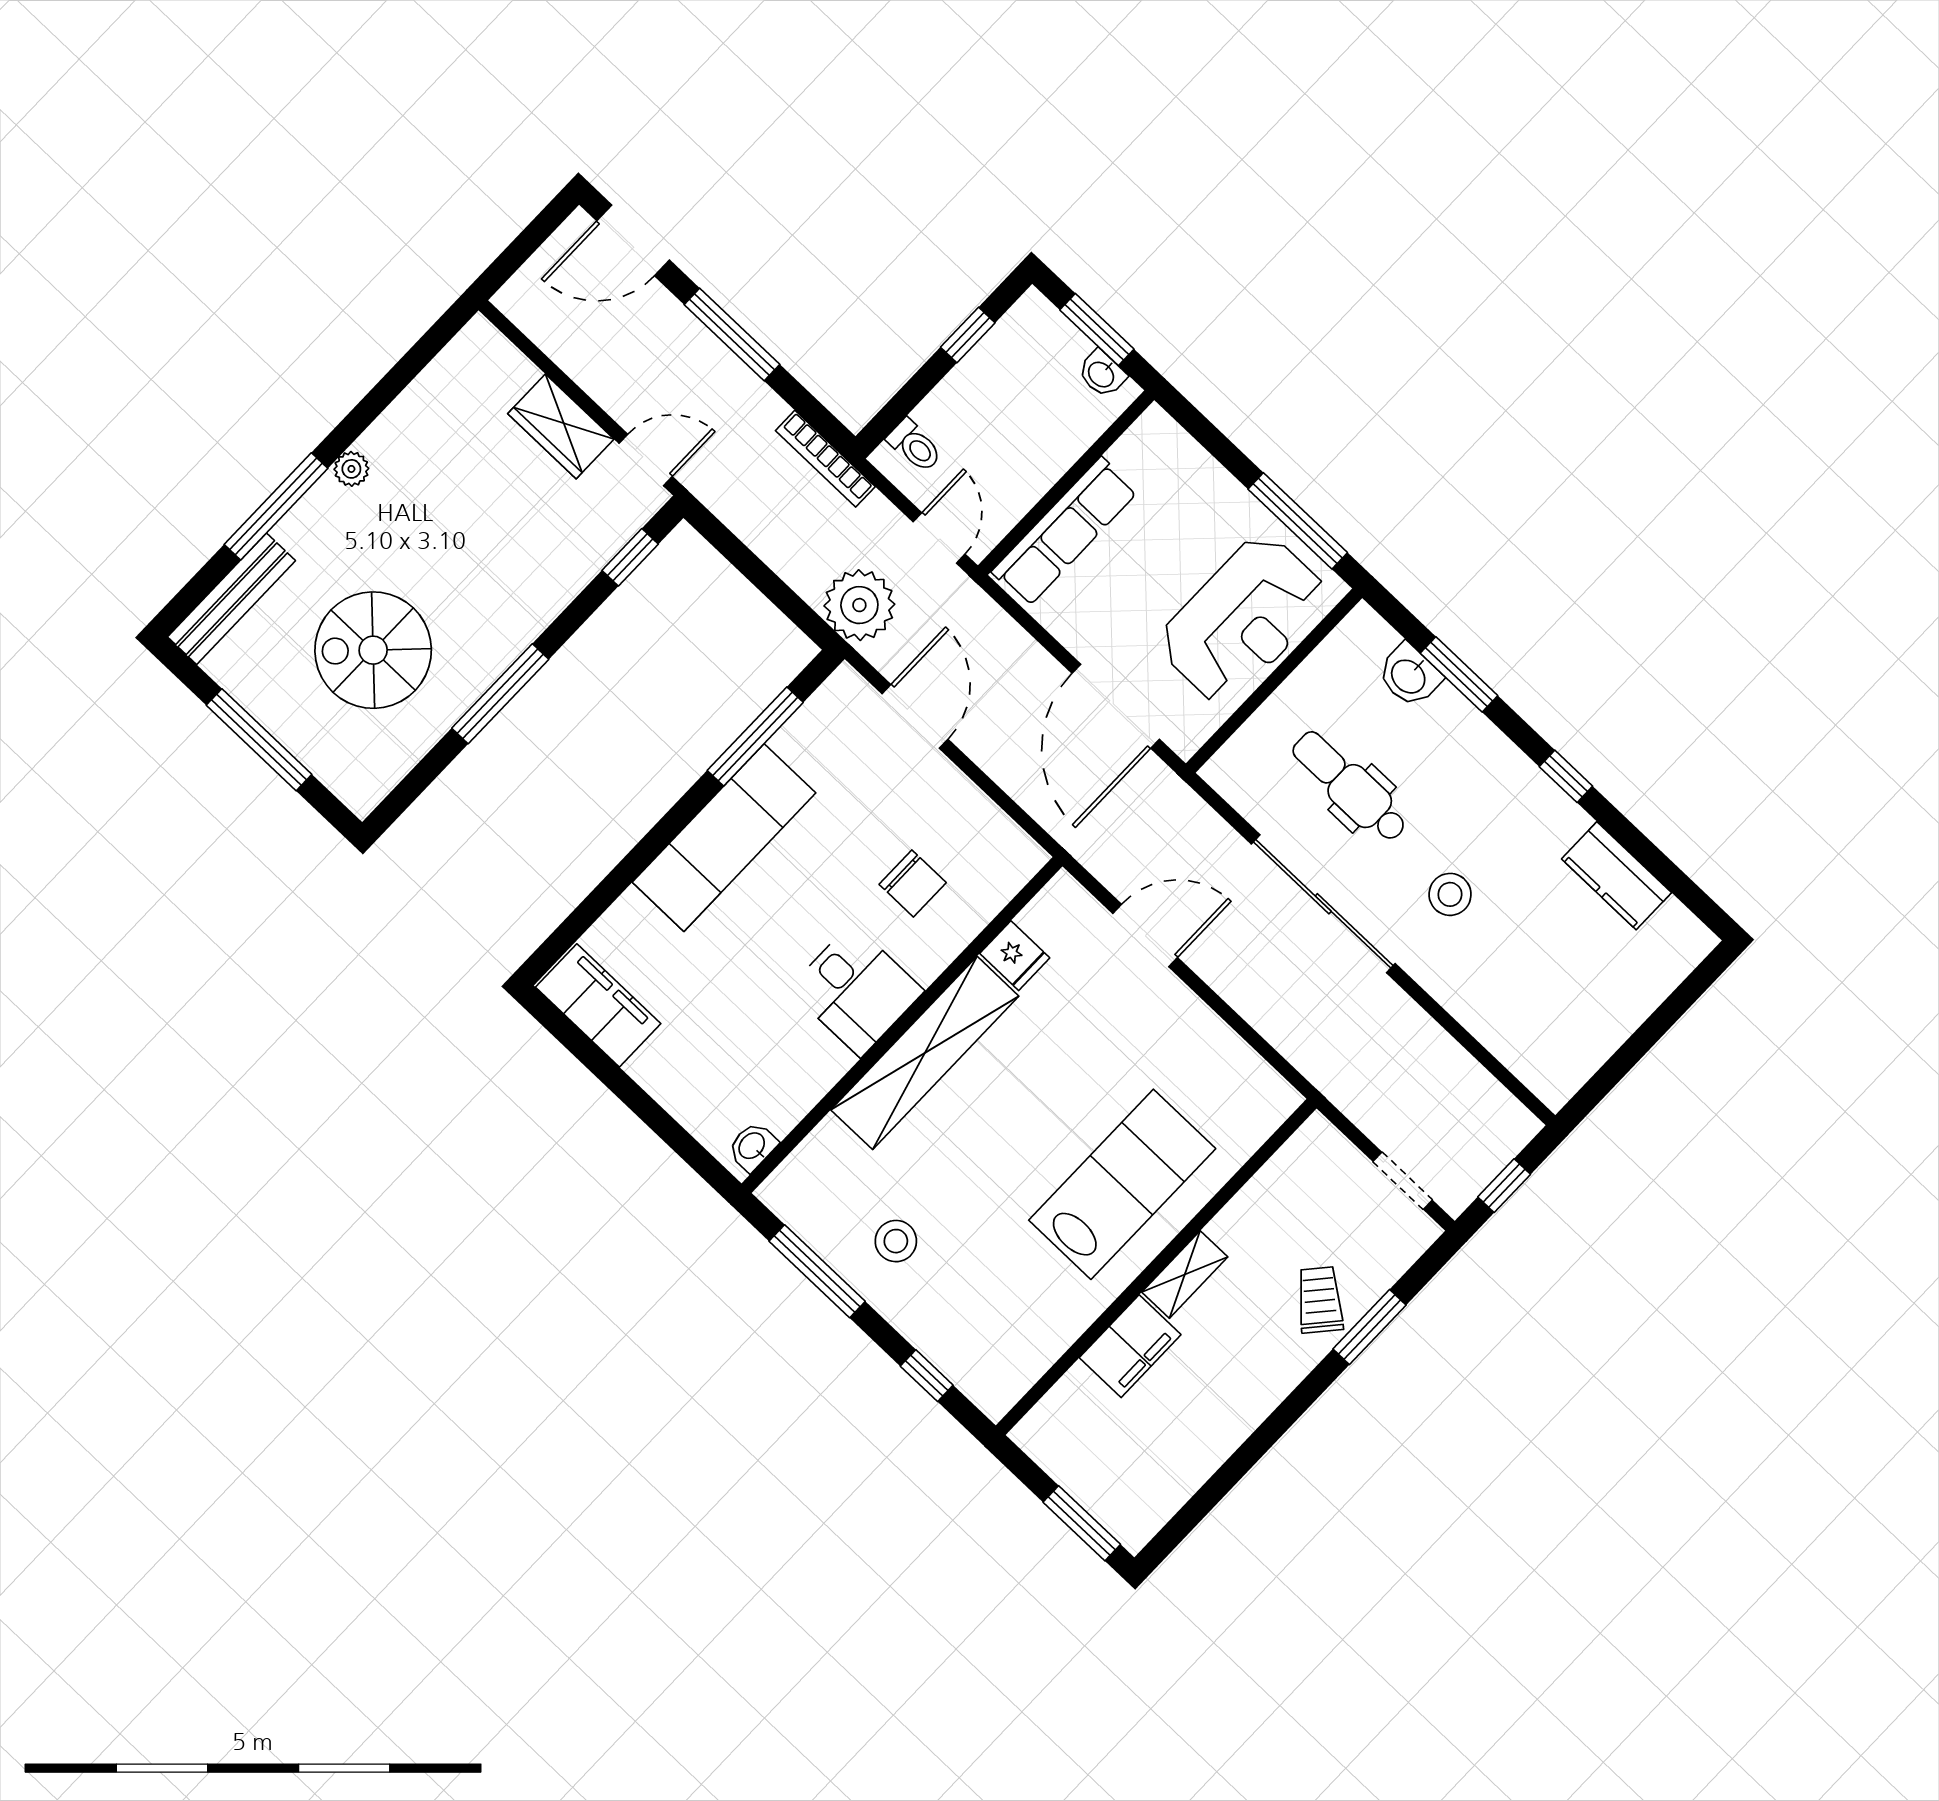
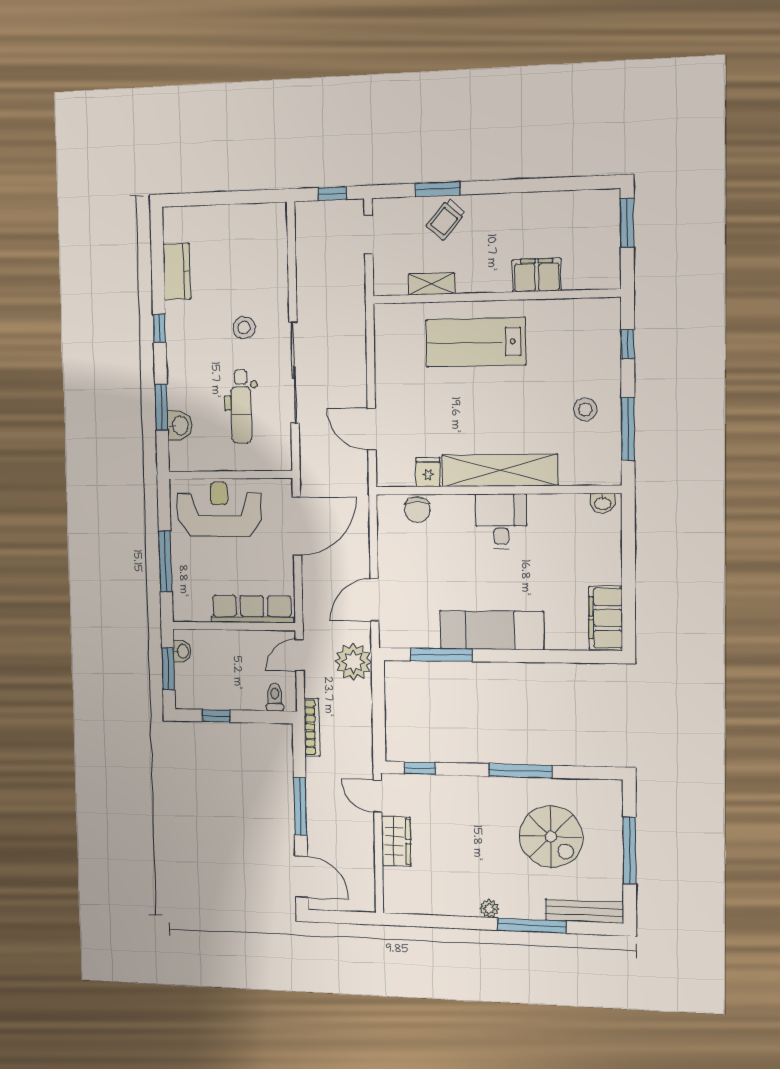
window: (1298, 521) -> (165, 561), moved
chair: (913, 884) -> (417, 510), moved, turned 180
shelving: (1185, 1274) -> (432, 284), moved

